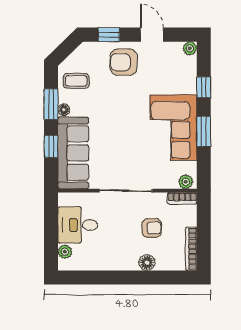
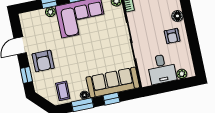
plant: (190, 48) -> (50, 12), moved
armchair: (152, 228) -> (172, 36), moved, turned 180

